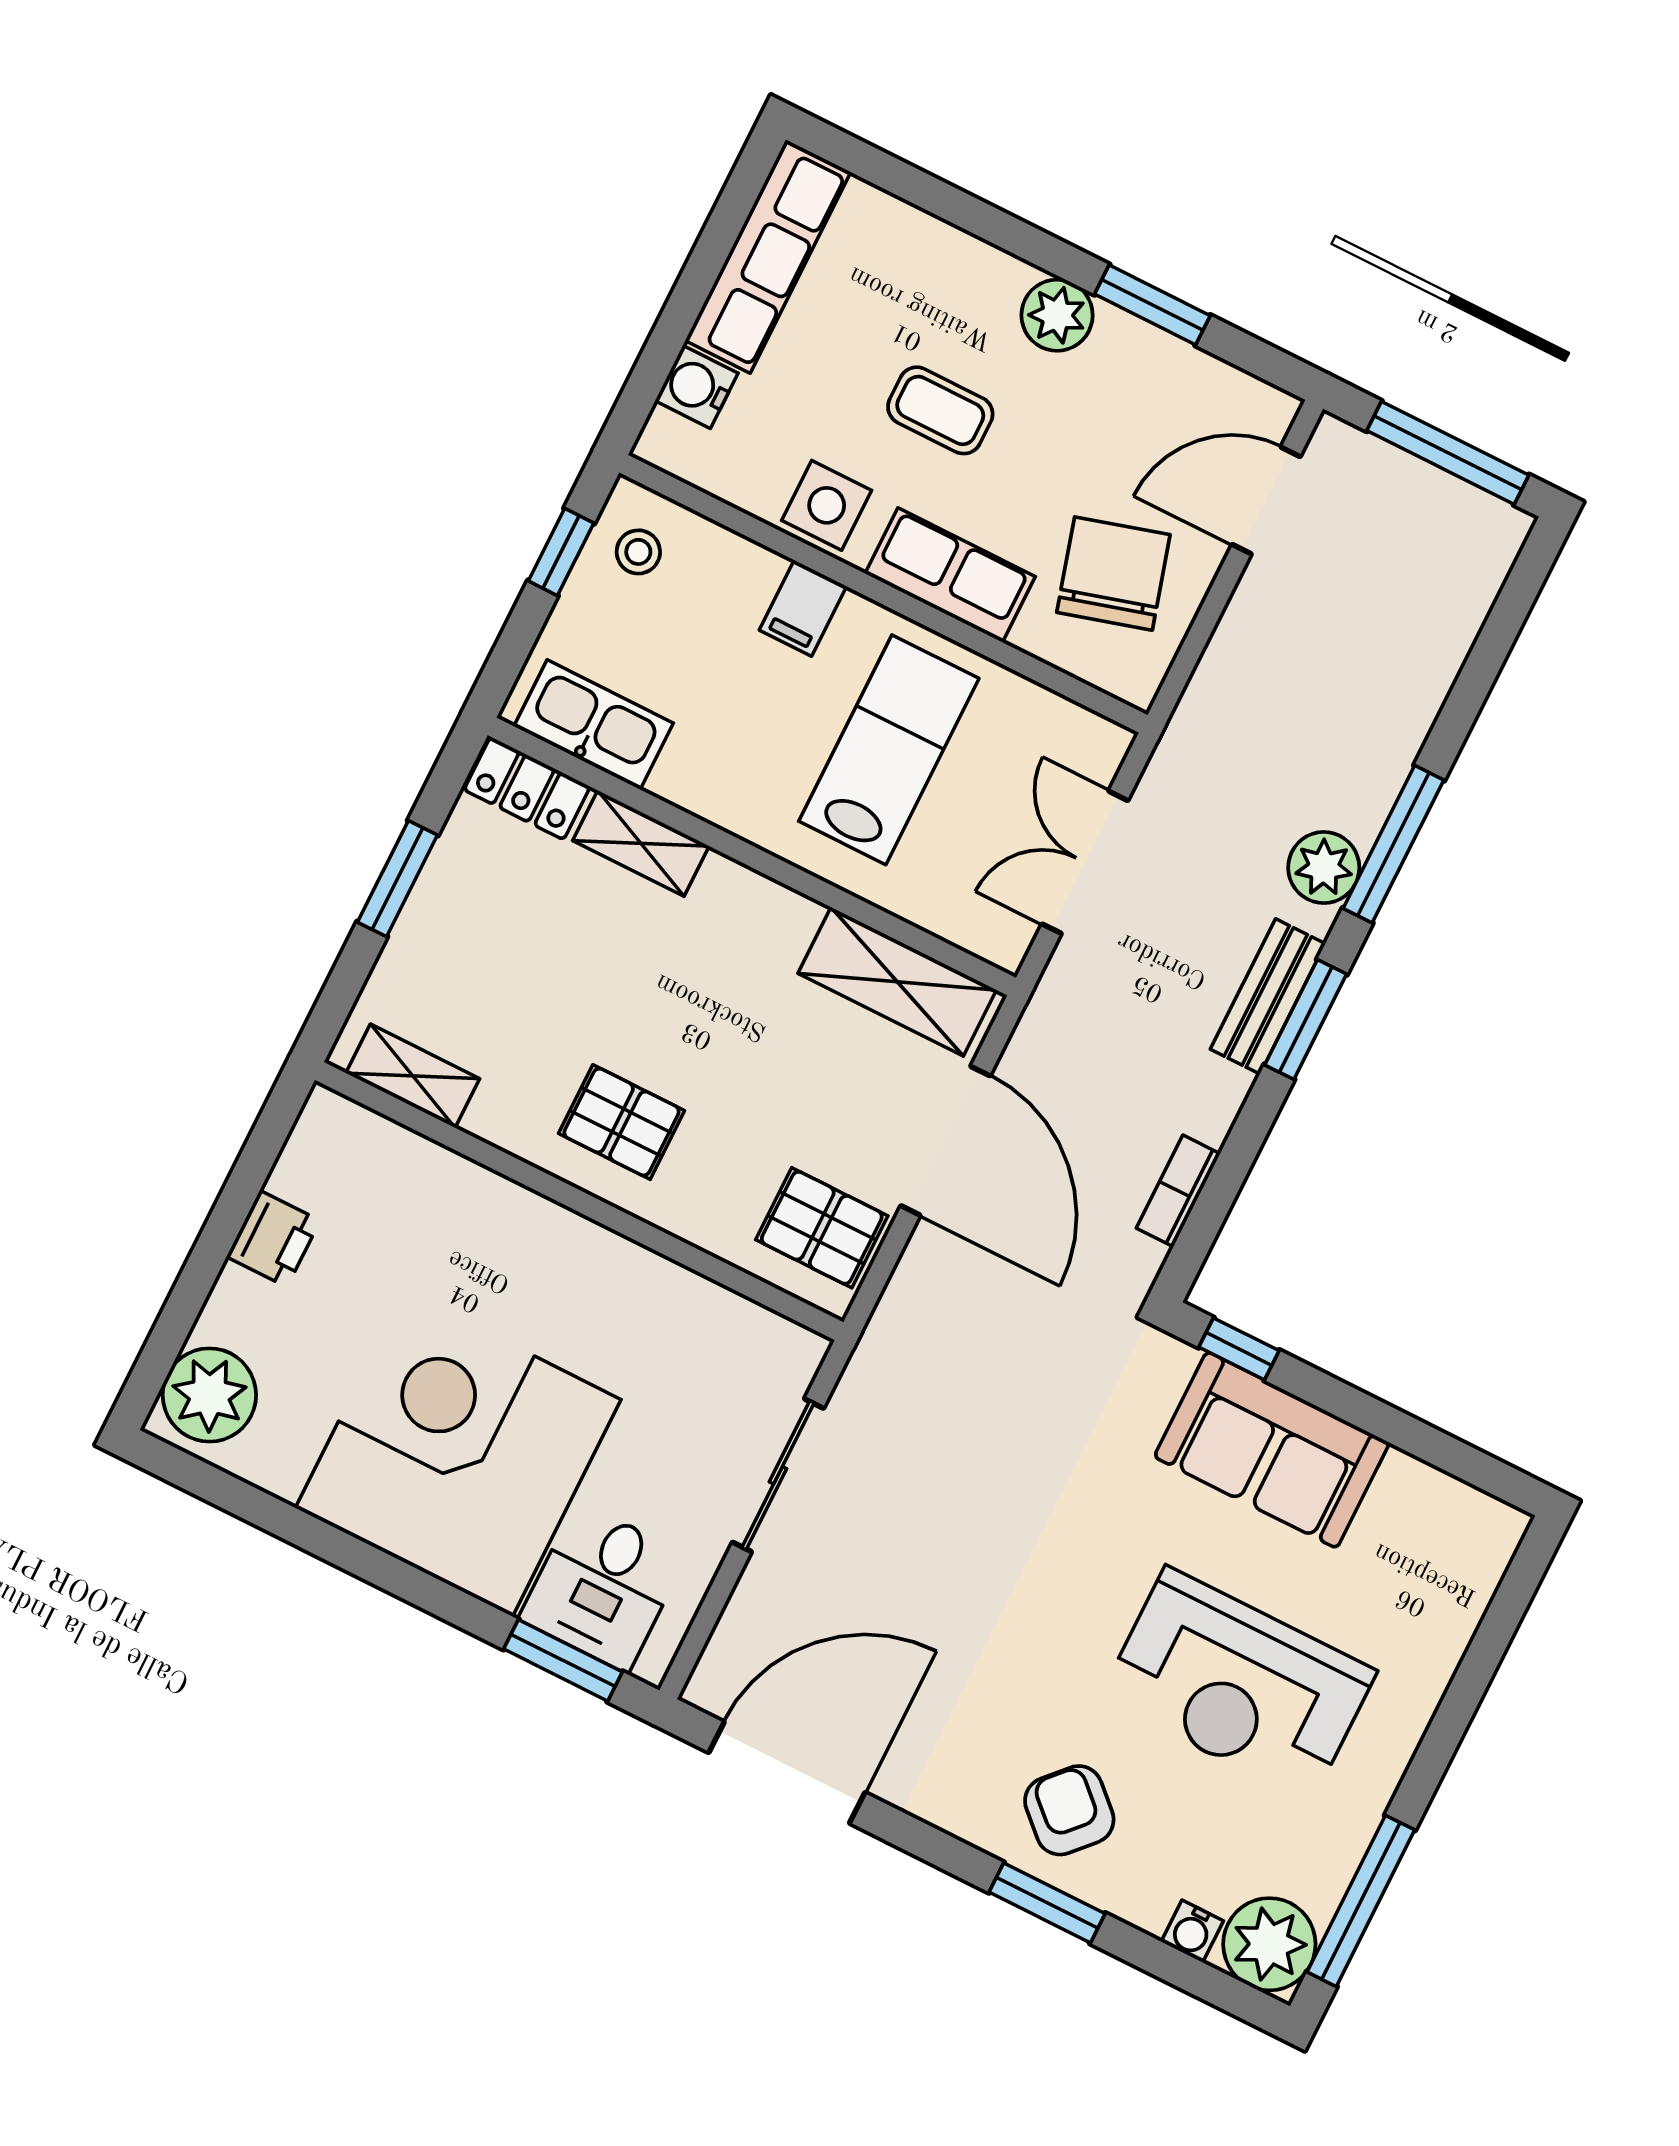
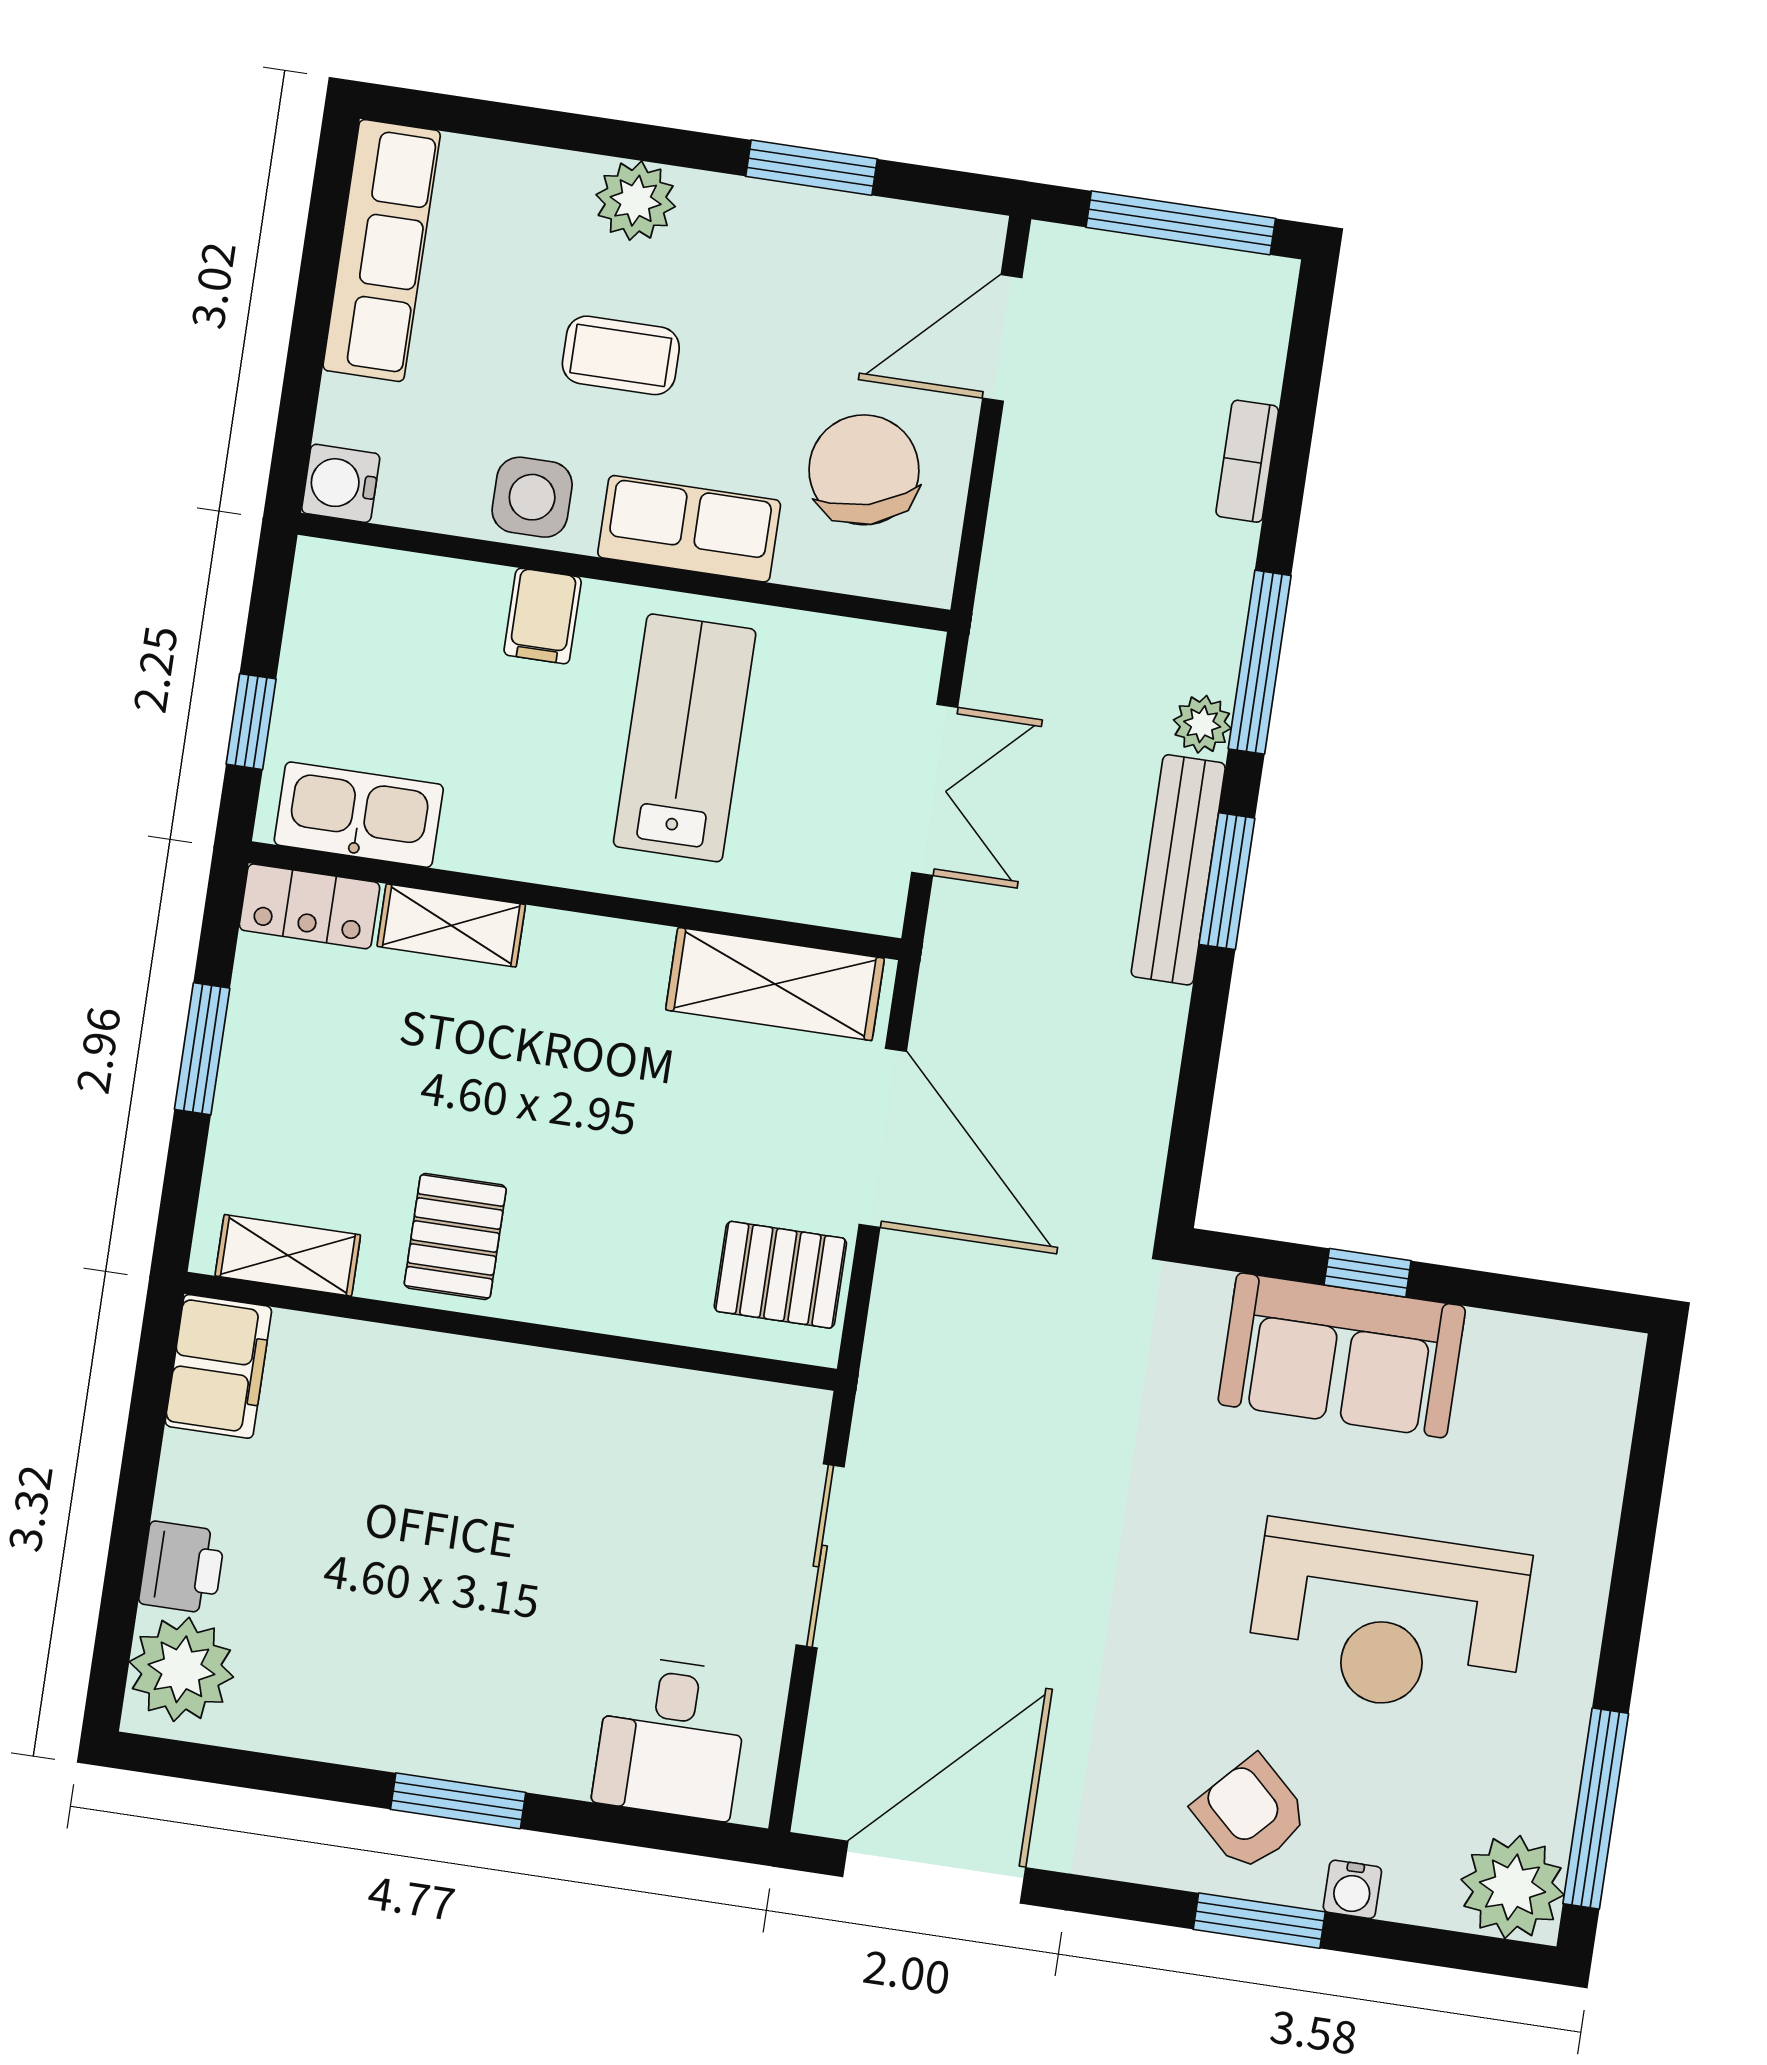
plant: (1057, 315) -> (636, 201), moved
water cooler: (697, 387) -> (341, 483), moved
window: (561, 552) -> (251, 722), moved
stool: (638, 552) -> (346, 613), removed
double door: (1085, 862) -> (935, 790), swing flipped
plant: (1324, 868) -> (1202, 724), width x0.73, depth x0.73
bench: (1268, 996) -> (1178, 870), width x1.36
pallet: (622, 1122) -> (455, 1236), moved, turned 90
filing cabinet: (324, 1150) -> (218, 1366), added
bookcase: (1178, 1191) -> (1247, 461), moved
printer: (273, 1239) -> (182, 1568), moved
window: (1239, 1349) -> (1368, 1273), moved
corner desk: (458, 1454) -> (469, 1645), removed
window: (563, 1660) -> (458, 1801), moved
water cooler: (1192, 1931) -> (1352, 1889), moved

